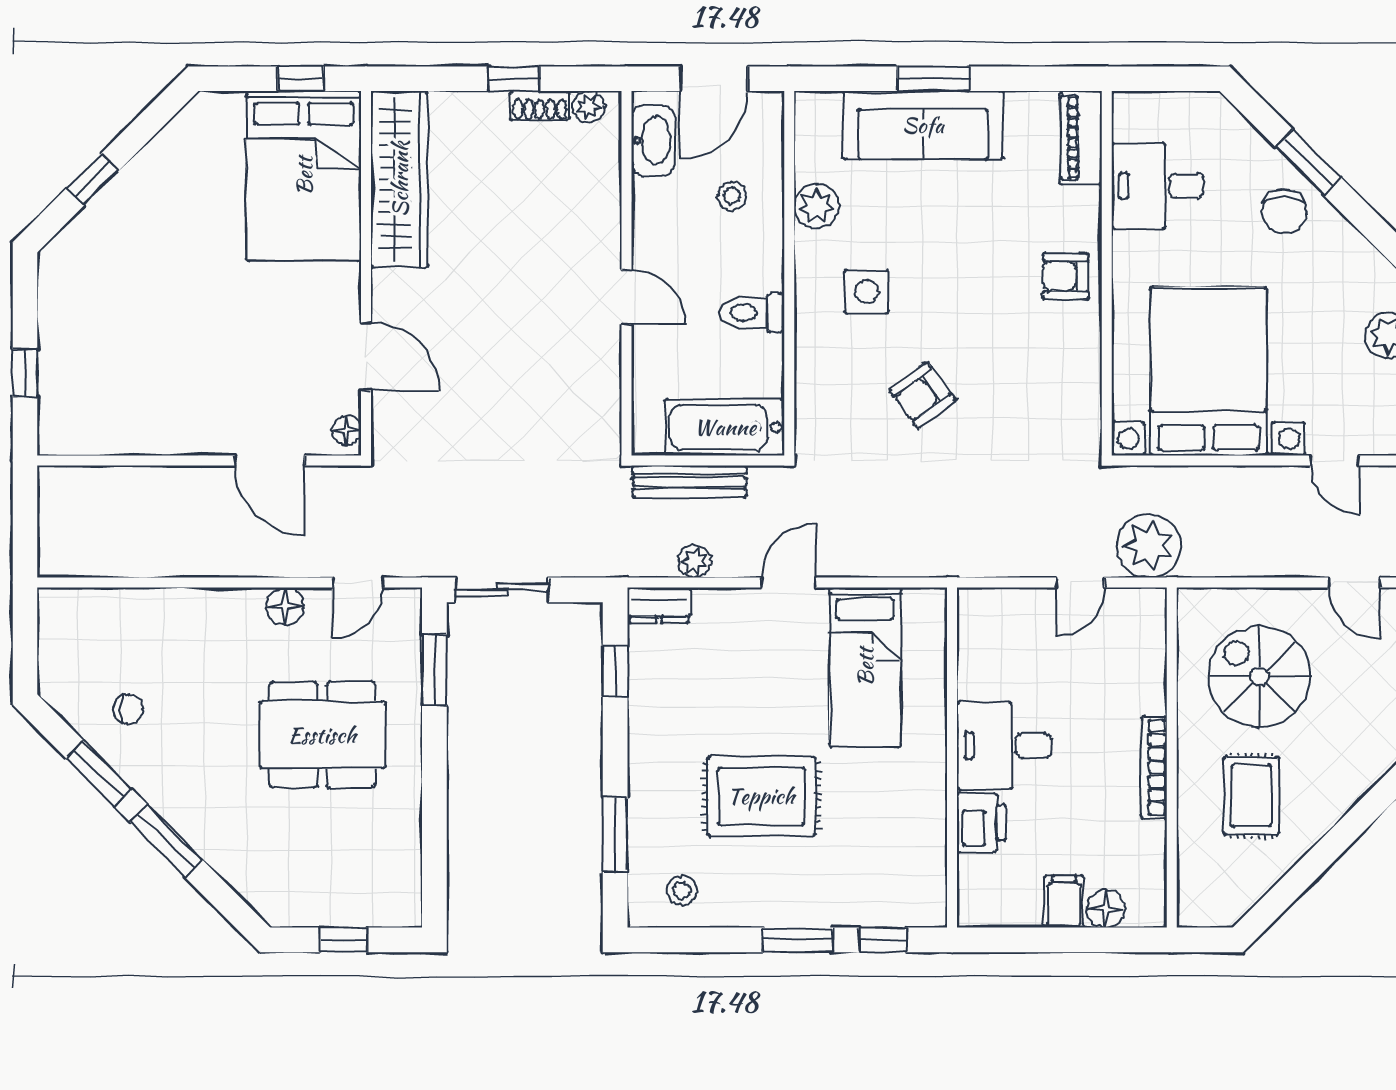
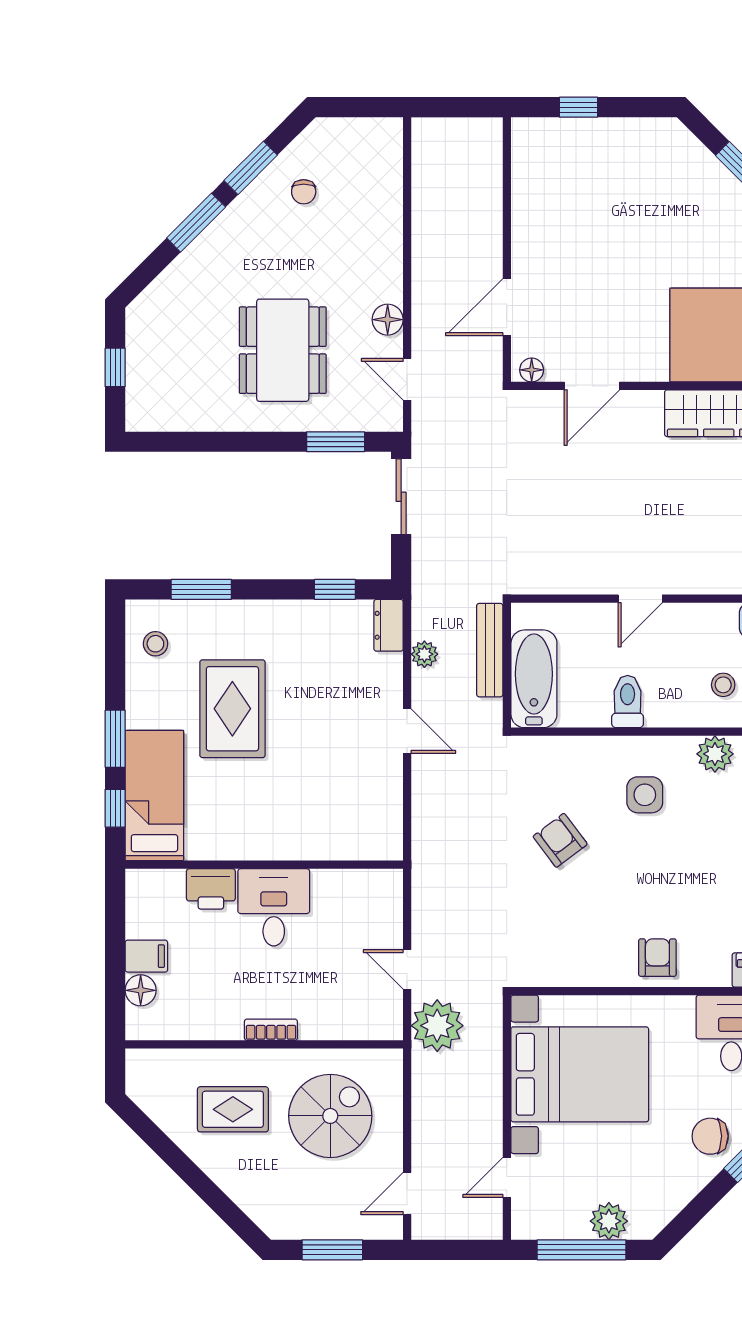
bed: (865, 667) -> (154, 796), moved, turned 90
bookcase: (1154, 767) -> (271, 1030), width x0.64

